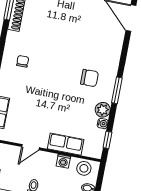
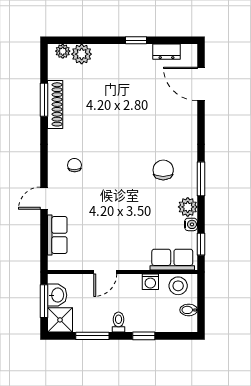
chair: (89, 78) -> (163, 170), turned -90
row of seats: (66, 144) -> (172, 260), moved

